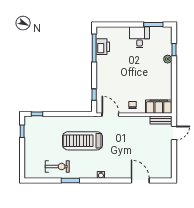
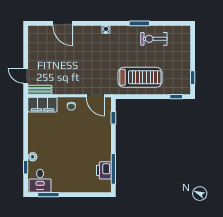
desk: (140, 37) -> (40, 181), moved
door: (174, 133) -> (26, 76), hinge flipped
treadmill: (82, 141) -> (140, 77), moved

